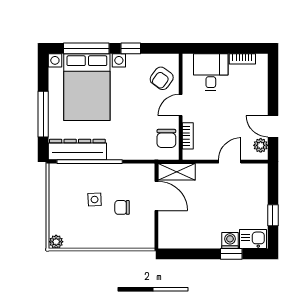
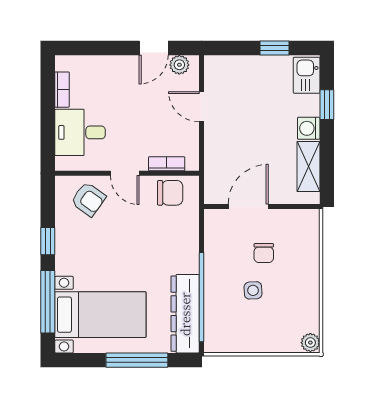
bed with nightstands: (87, 87) -> (100, 315), width x0.73
shelving: (177, 172) -> (308, 166), moved
washing machine: (230, 240) -> (309, 128), moved

